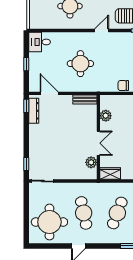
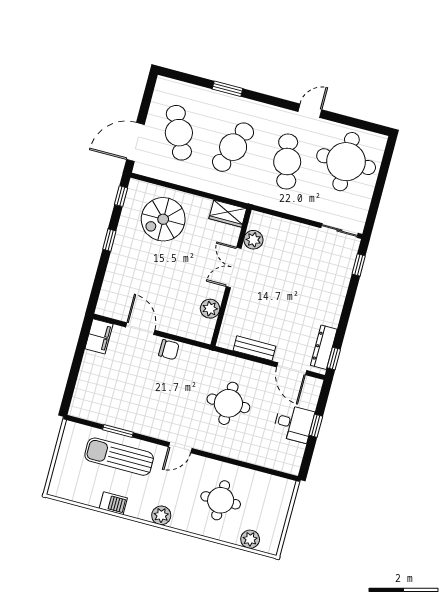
desk: (40, 42) -> (294, 423), moved
bench: (85, 100) -> (254, 348), moved

